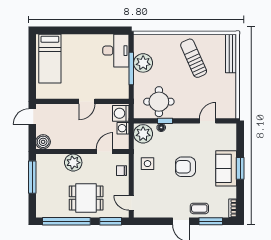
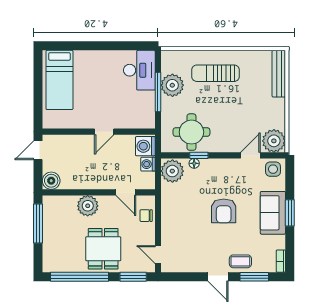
sun lounger: (194, 58) -> (215, 73), moved, turned -66
plant: (227, 109) -> (274, 141), added
door: (105, 151) -> (126, 192), swing flipped
side table: (147, 164) -> (273, 169), moved
armchair: (185, 167) -> (224, 211), turned -90
dining table: (86, 198) -> (103, 249), turned 90

